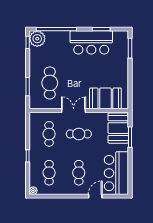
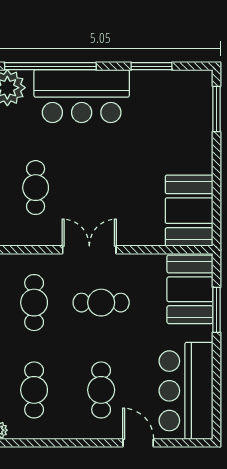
bar counter: (91, 42) -> (82, 96), moved
cafe table: (50, 83) -> (36, 188), width x0.73, depth x0.74
booth: (105, 98) -> (189, 211), moved, turned 90
door: (95, 196) -> (138, 443), hinge flipped

